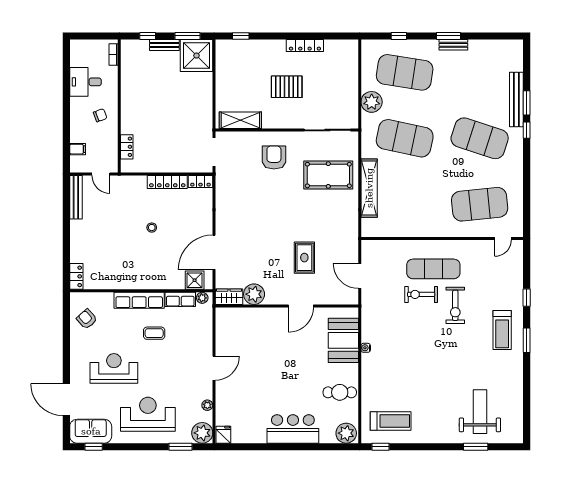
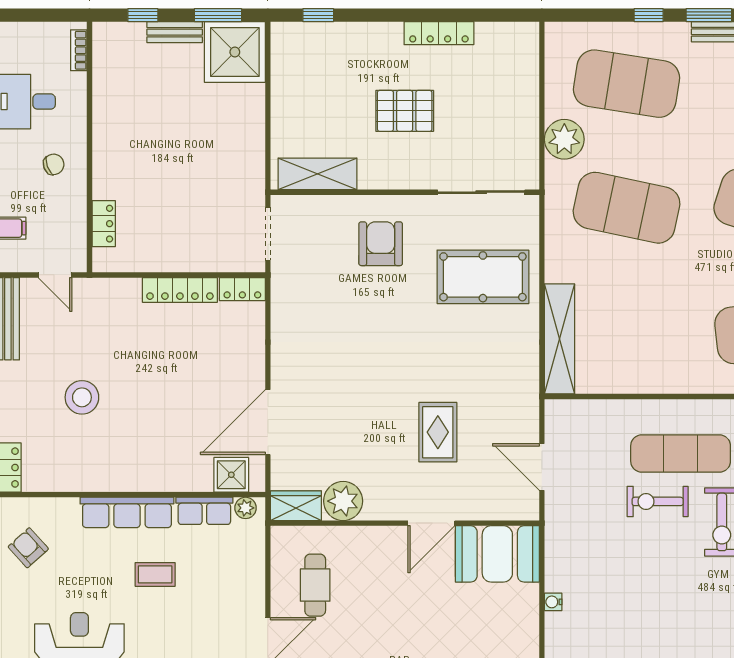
window: (399, 36) -> (649, 15), moved
shelving: (369, 188) -> (559, 339), moved
stool: (152, 228) -> (82, 397), moved, width x1.89, depth x1.89
cafe table: (239, 339) -> (315, 585), added
booth: (343, 340) -> (497, 554), moved, turned 90

